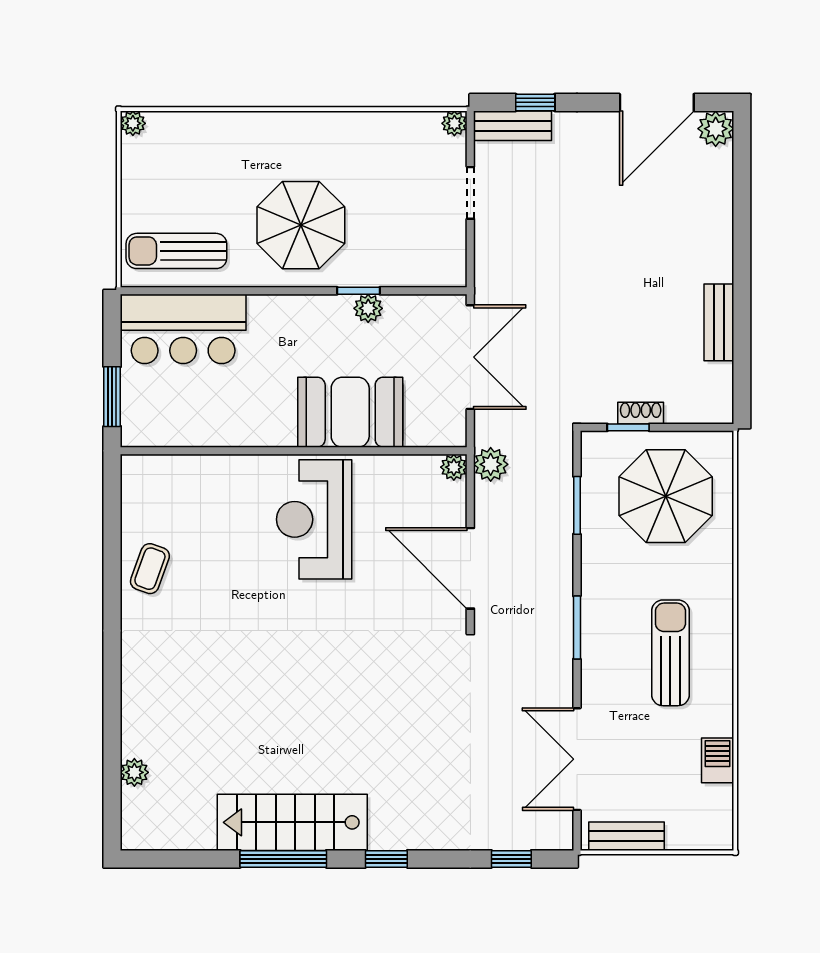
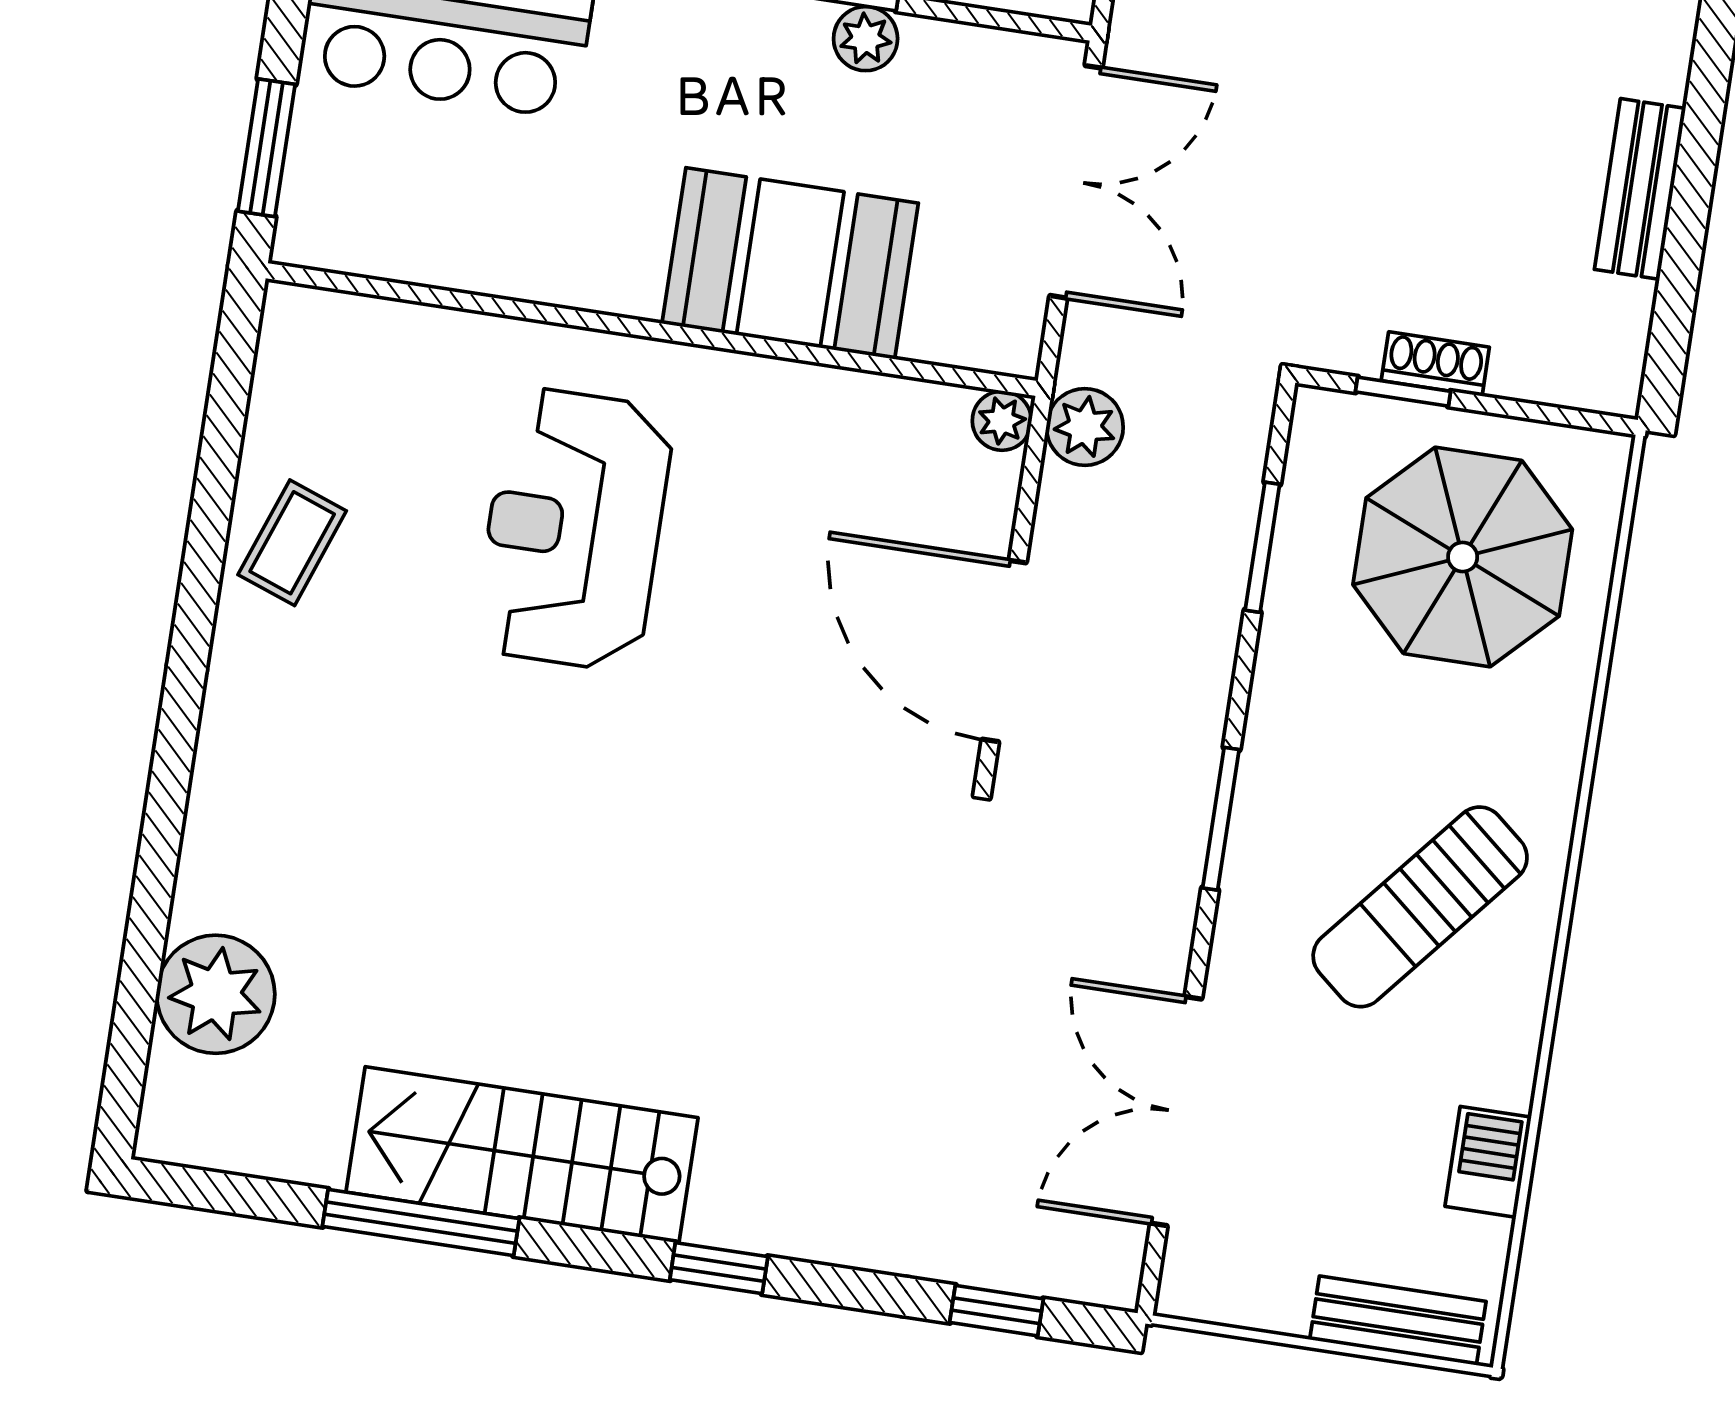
reception desk: (314, 519) -> (574, 529), moved
sun lounger: (670, 653) -> (1420, 907), turned -140
plant: (134, 772) -> (216, 994), width x1.88, depth x1.88
bench: (627, 836) -> (1398, 1321), moved
window: (283, 859) -> (421, 1223), moved

